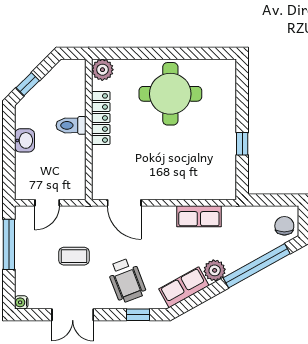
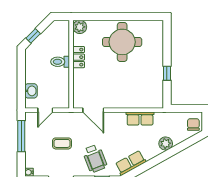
locker: (101, 118) -> (79, 57), width x0.66
washbasin: (24, 140) -> (31, 91), moved
window: (257, 266) -> (176, 149), removed
plant: (215, 270) -> (166, 144), moved

